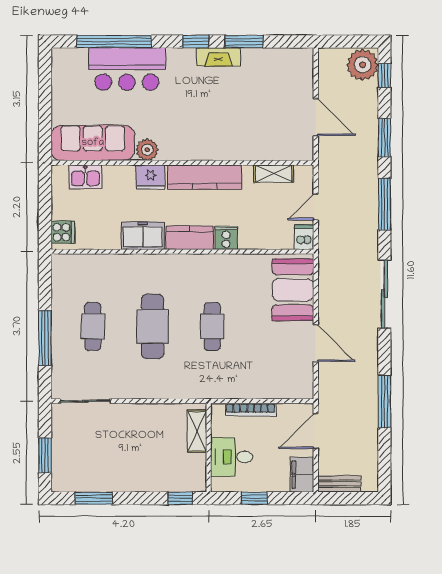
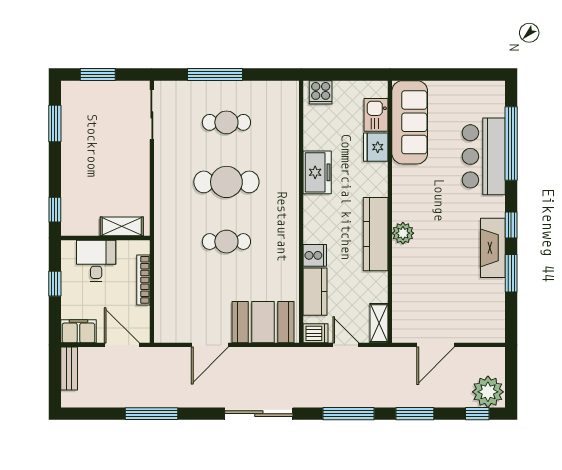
fireplace: (218, 57) -> (493, 248), width x1.37, depth x1.32
plant: (147, 150) -> (403, 233), moved
shelving: (274, 174) -> (379, 323), moved
fridge: (150, 177) -> (376, 147), moved
kitchen counter: (190, 238) -> (315, 292), moved

